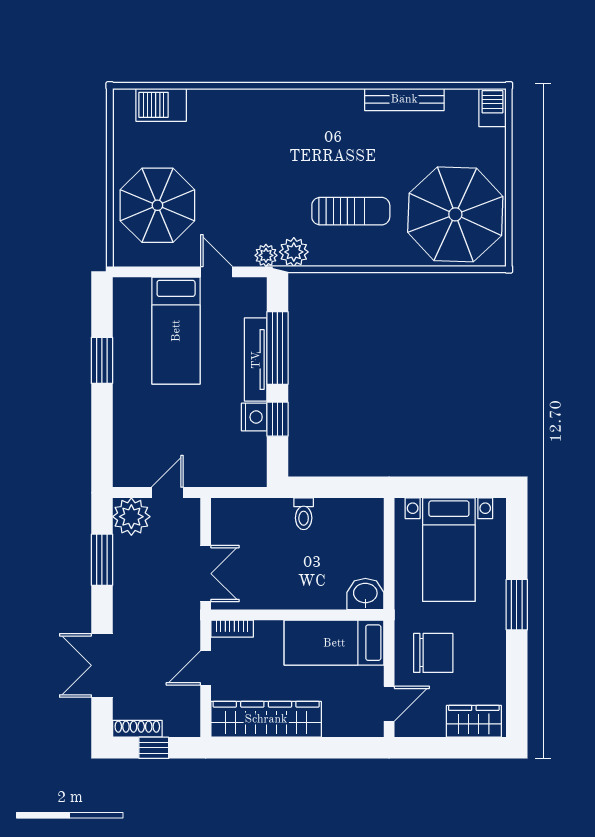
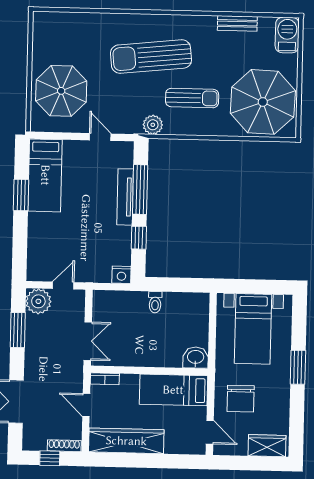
bench: (404, 99) -> (237, 23), width x0.73
barbecue: (161, 105) -> (65, 23), removed
barbecue: (492, 108) -> (287, 35), width x1.38, depth x1.27
sun lounger: (289, 151) -> (151, 57), added
plant: (266, 255) -> (134, 127), removed
bed: (176, 331) -> (45, 175), moved
nightstand: (254, 417) -> (121, 275), moved, turned 90
chair: (433, 653) -> (241, 399), turned 90
door: (206, 668) -> (86, 405), hinge flipped
door: (389, 704) -> (210, 432), hinge flipped
shoe rack: (137, 729) -> (64, 446), moved

